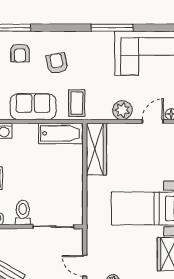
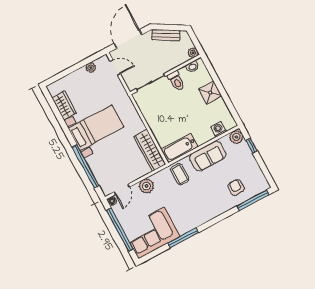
armchair: (57, 63) -> (208, 194), removed

